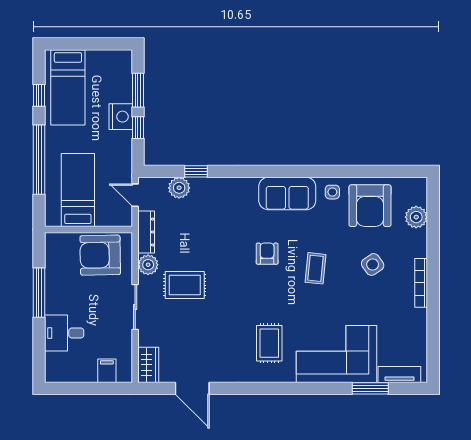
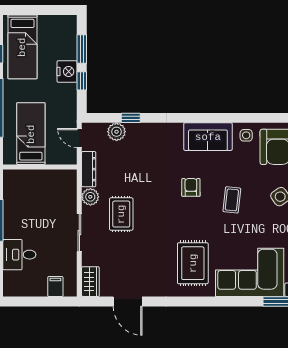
armchair: (100, 255) -> (50, 189), removed
rug: (185, 285) -> (121, 214), turned 90
rug: (269, 343) -> (193, 263), width x1.36, depth x1.43

